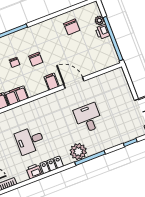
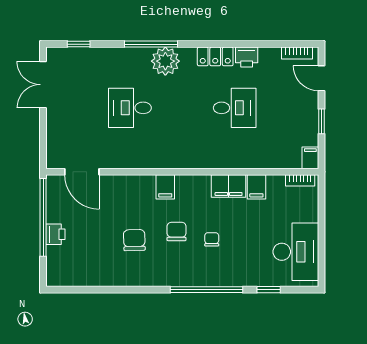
plant: (99, 20) -> (54, 254), removed
chair: (72, 27) -> (134, 240), moved
door: (74, 83) -> (82, 172), moved
desk: (88, 118) -> (130, 108), turned 90

